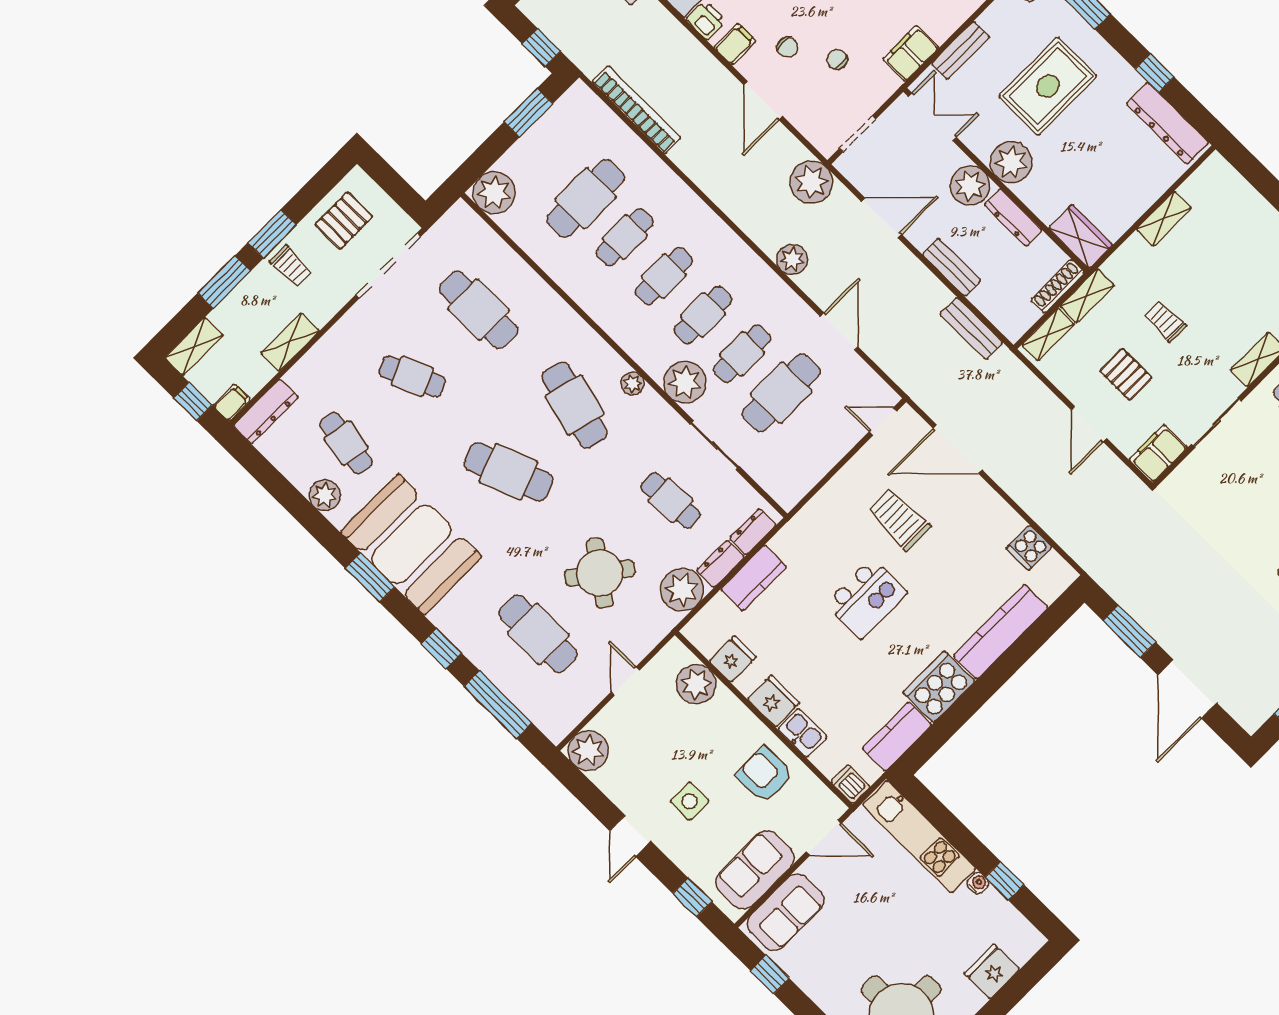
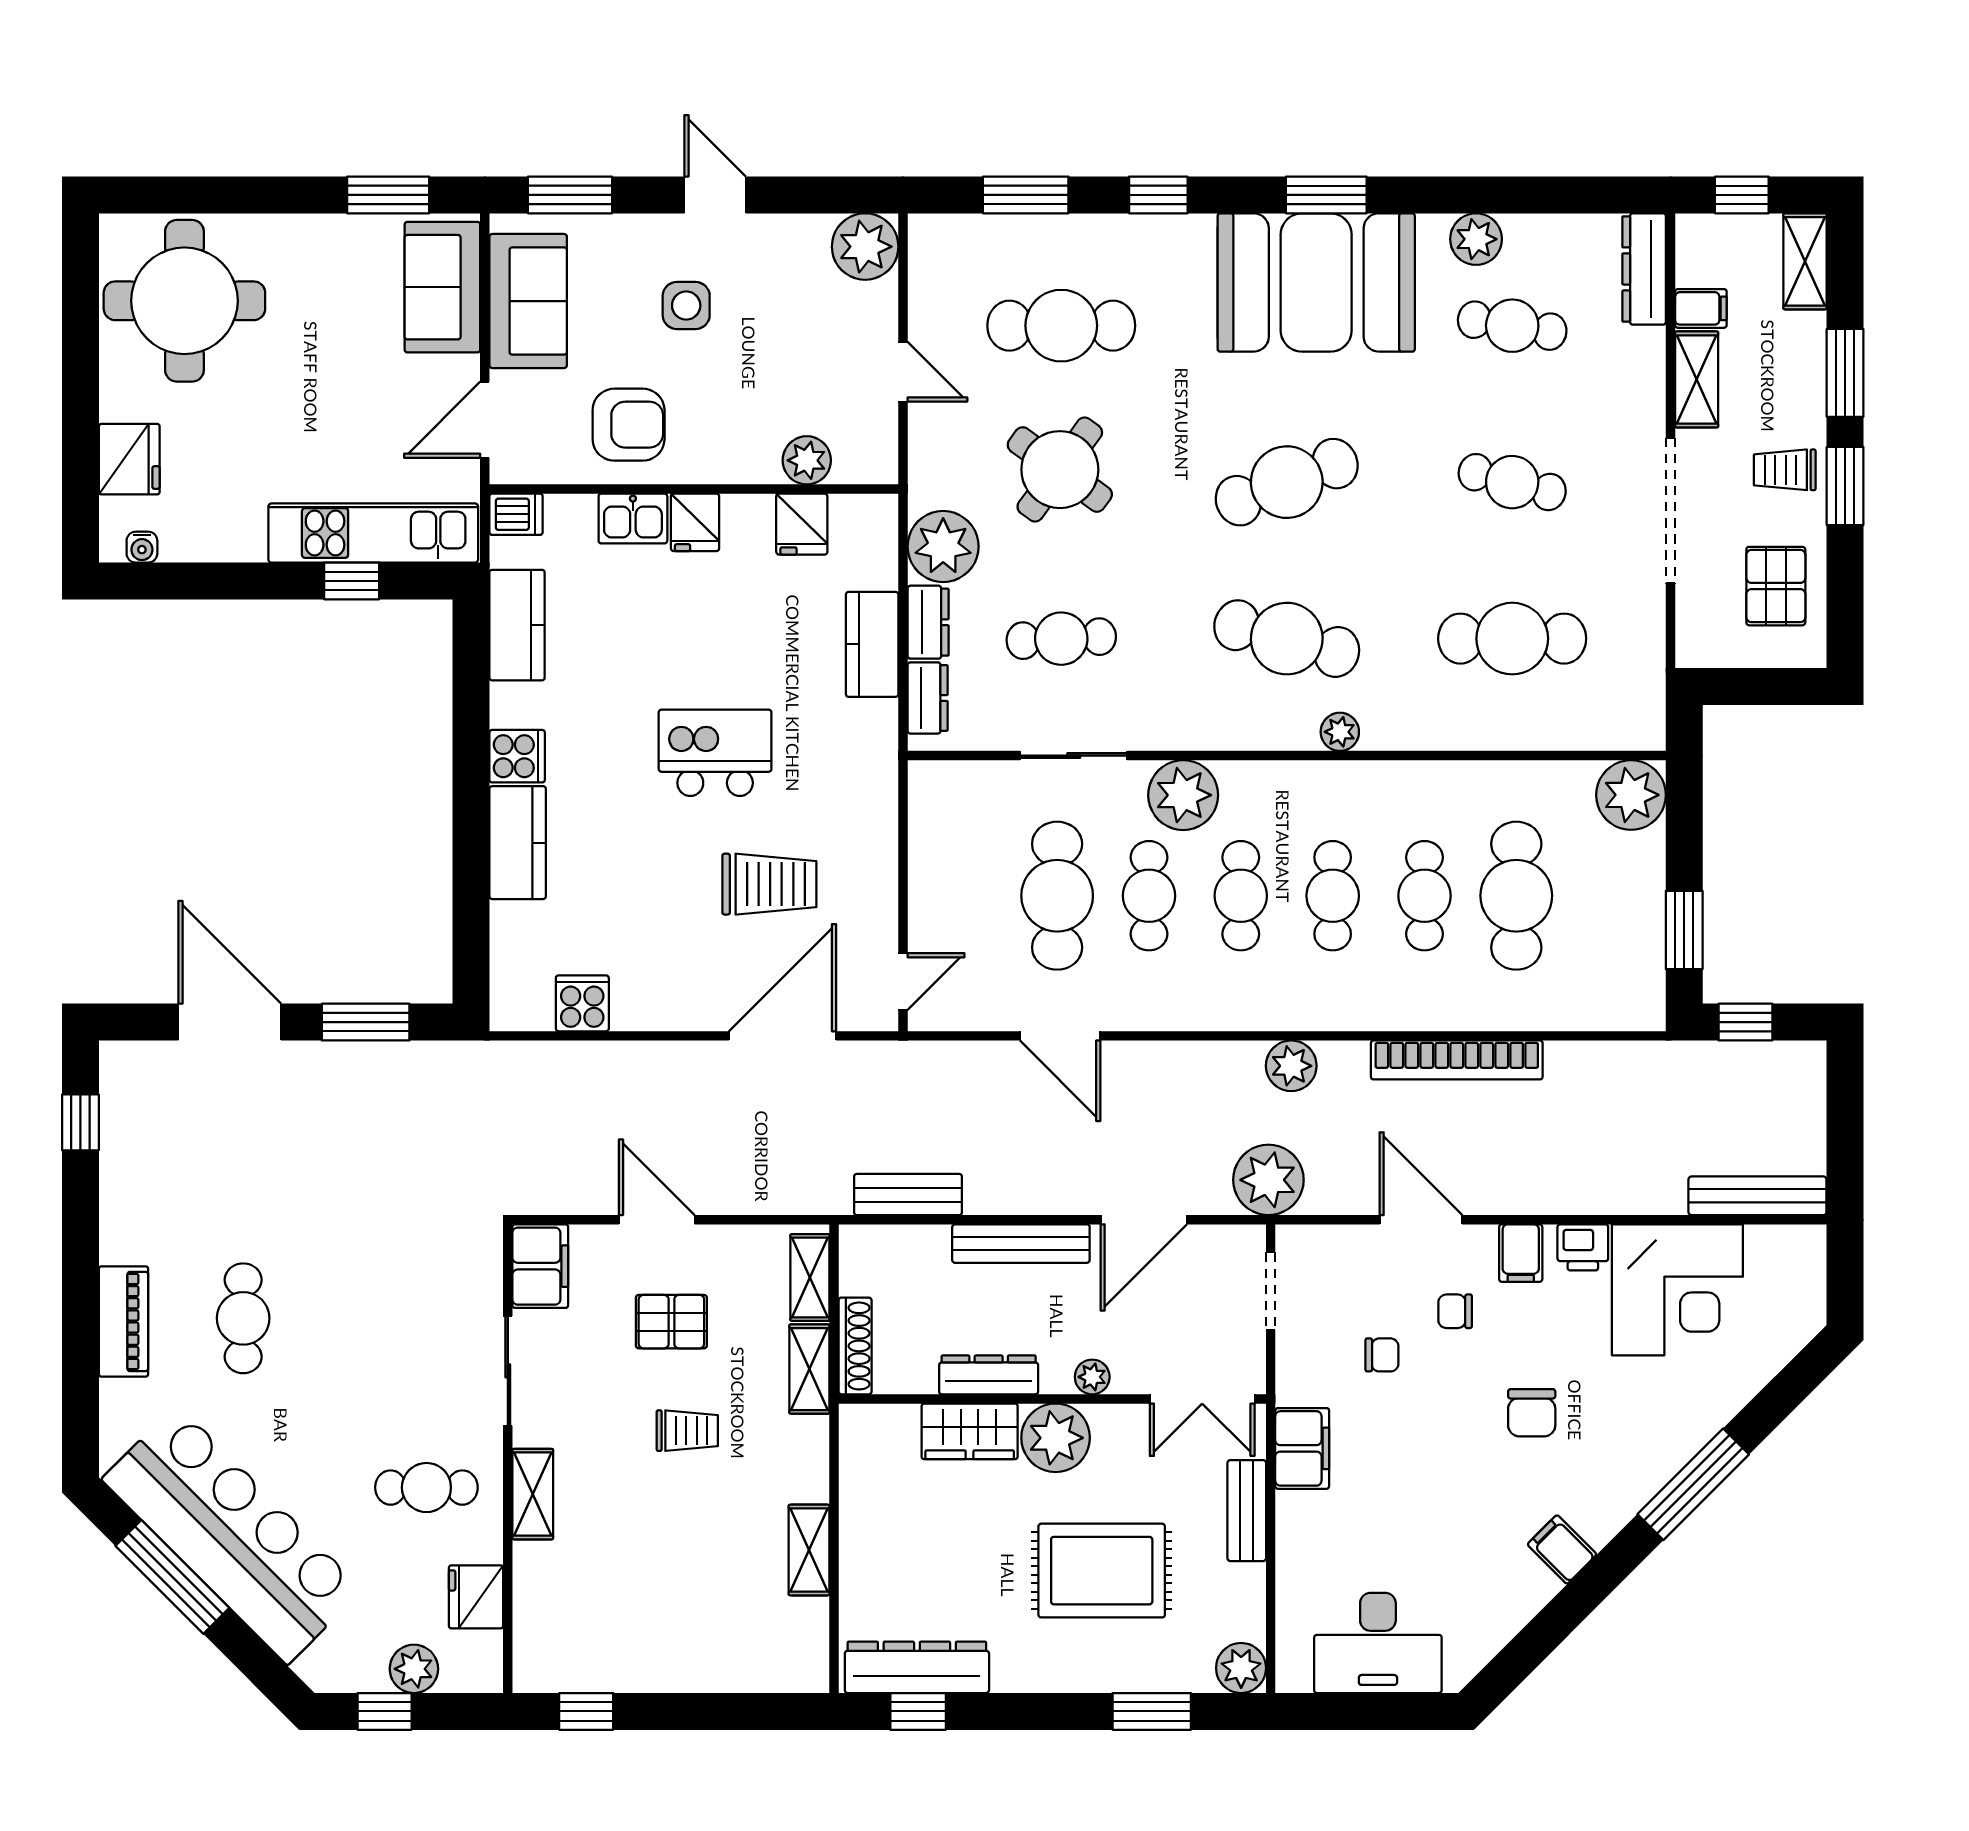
window: (1155, 73) -> (918, 1711), moved
rug: (1048, 86) -> (1102, 1571), turned 90
bookcase: (636, 110) -> (1457, 1060), moved
plant: (970, 186) -> (1092, 1377), width x0.53, depth x0.53
wardrobe: (1081, 236) -> (970, 1431), moved
plant: (792, 260) -> (1291, 1066), moved
doorway: (388, 266) -> (1670, 511), moved
bench: (952, 267) -> (1021, 1244), width x1.36
cafe table: (412, 376) -> (1512, 482), turned 39
plant: (632, 384) -> (1340, 732), moved
filing cabinet: (232, 403) -> (1701, 308), moved, turned -90
kitchen island: (866, 598) -> (715, 753), turned 90
kitchen counter: (1001, 632) -> (518, 843), width x0.67
plant: (696, 684) -> (807, 460), width x0.73, depth x0.73
cooker: (939, 687) -> (517, 756), width x0.53, depth x0.76
fridge: (774, 701) -> (695, 522), width x0.72
window: (498, 705) -> (1026, 195), width x0.69
window: (1005, 881) -> (352, 581), moved
water cooler: (978, 883) -> (142, 547), moved
window: (692, 897) -> (570, 195), width x1.50
window: (770, 974) -> (388, 195), width x1.50

